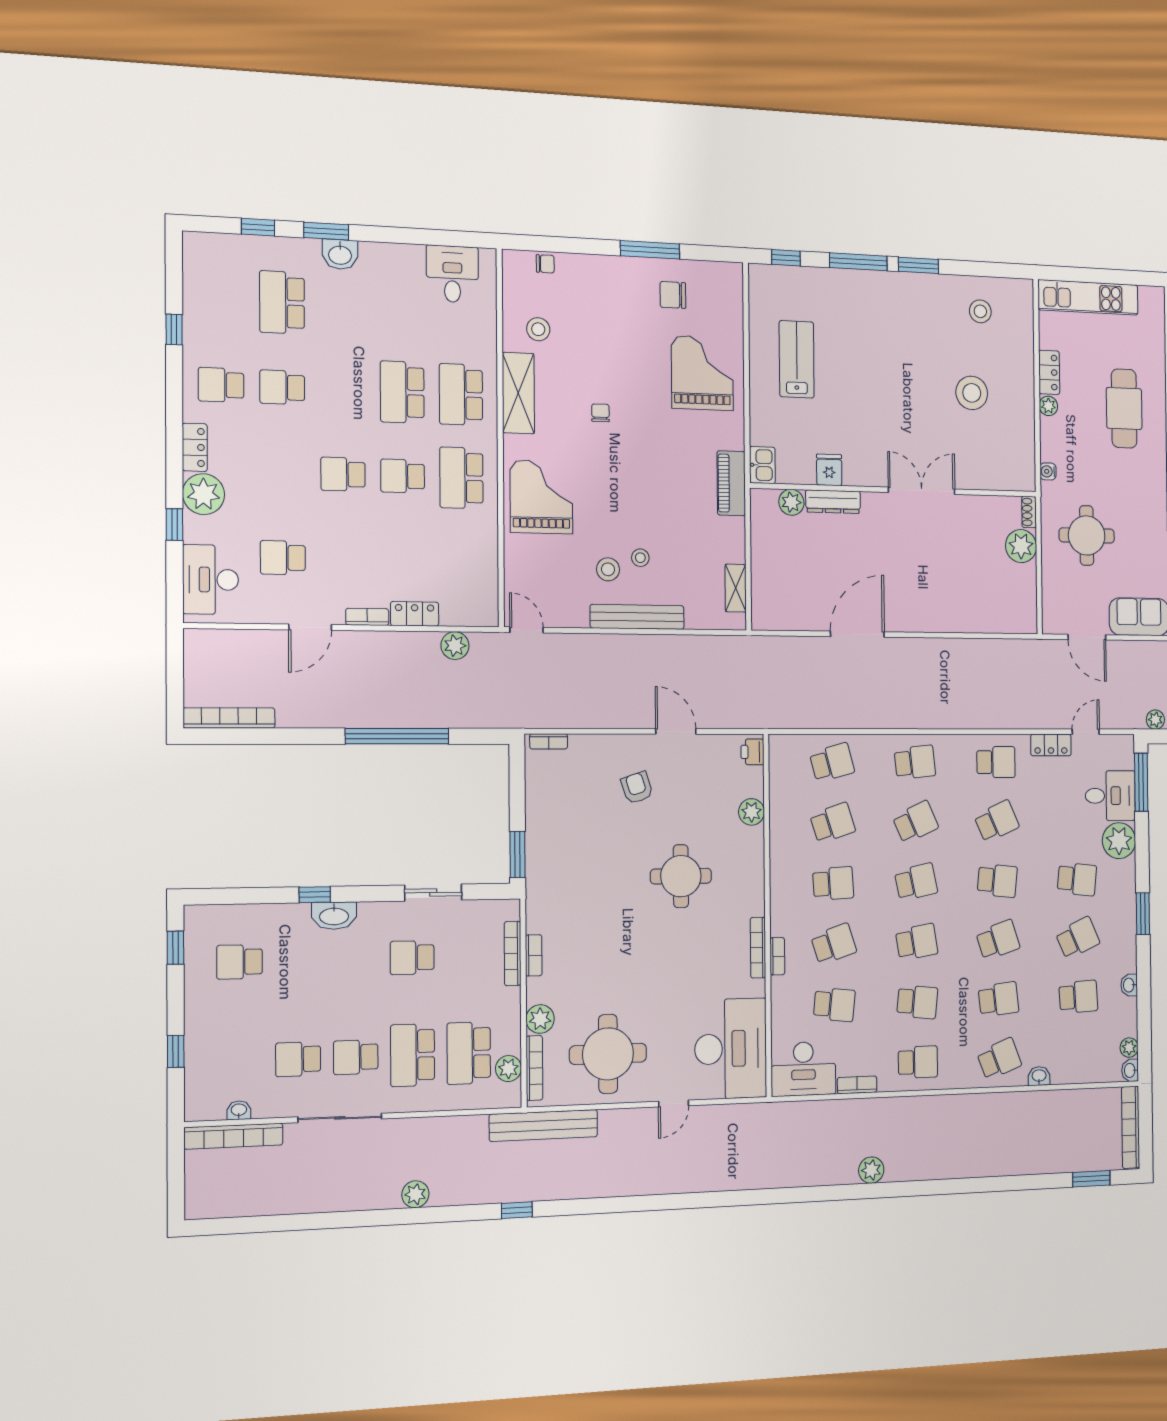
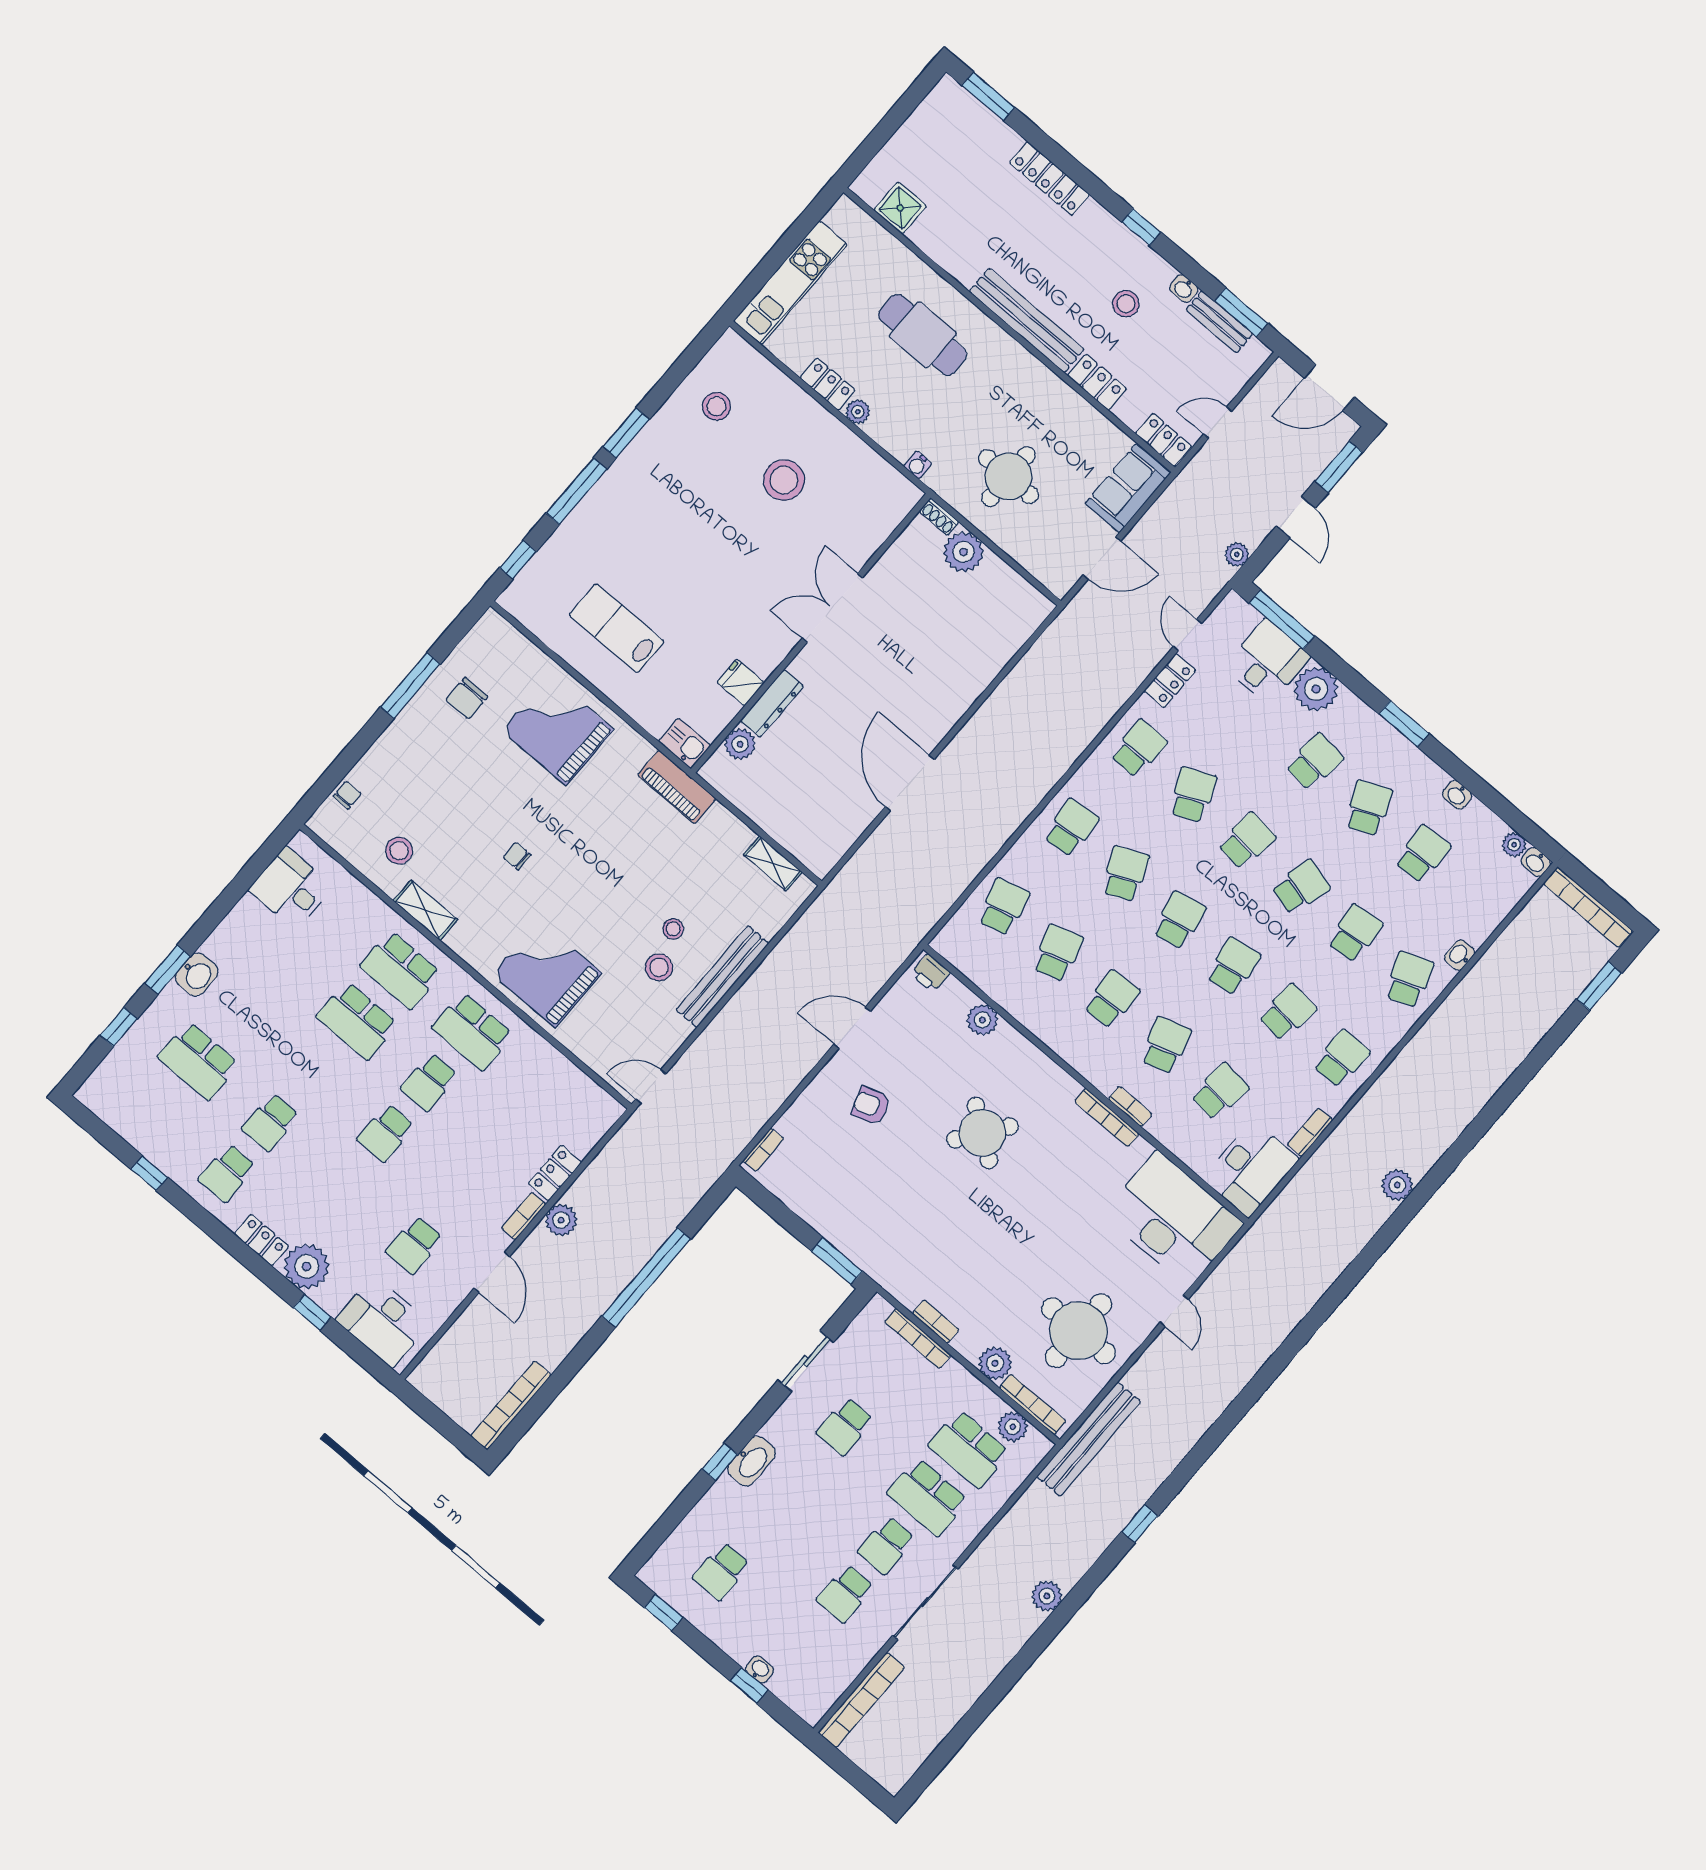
shelving: (518, 393) -> (425, 910), width x0.67, depth x0.75
plant: (455, 646) -> (561, 1220), moved
round table: (681, 876) -> (982, 1133), turned 36
school desk: (998, 940) -> (1301, 887), turned 33
washbasin: (239, 1110) -> (760, 1670), moved, turned 90

